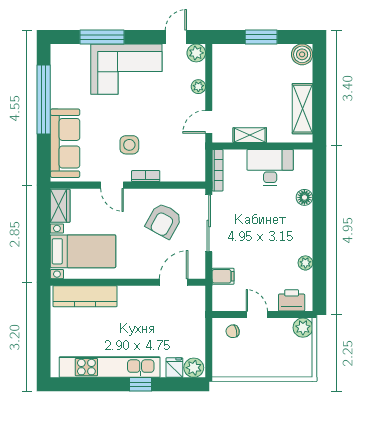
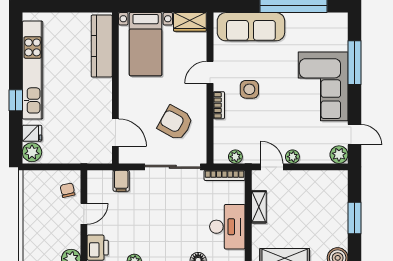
plant: (198, 87) -> (292, 157), moved
plant: (198, 159) -> (235, 157), added

